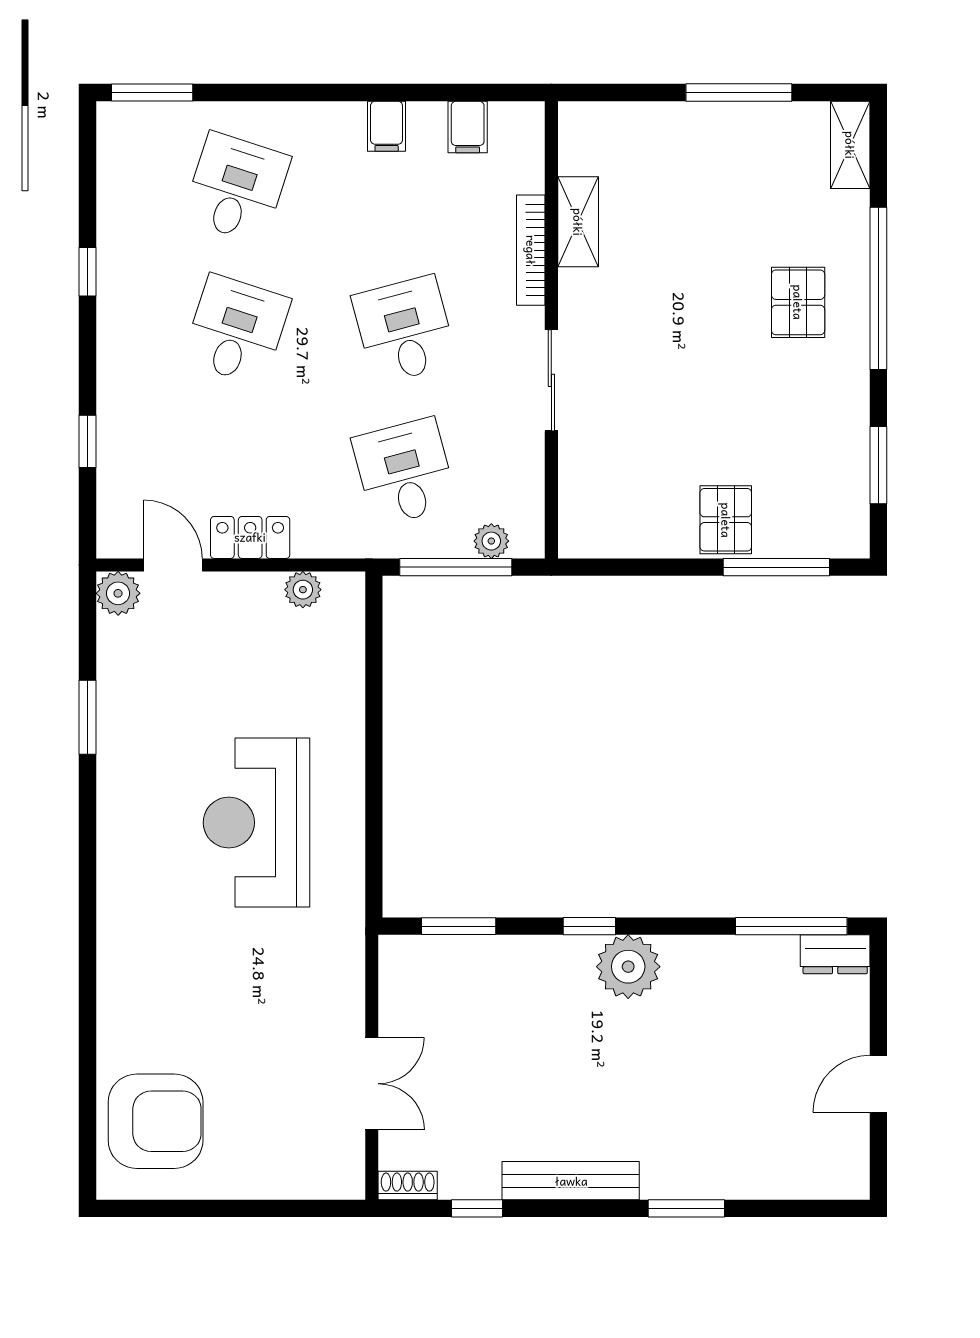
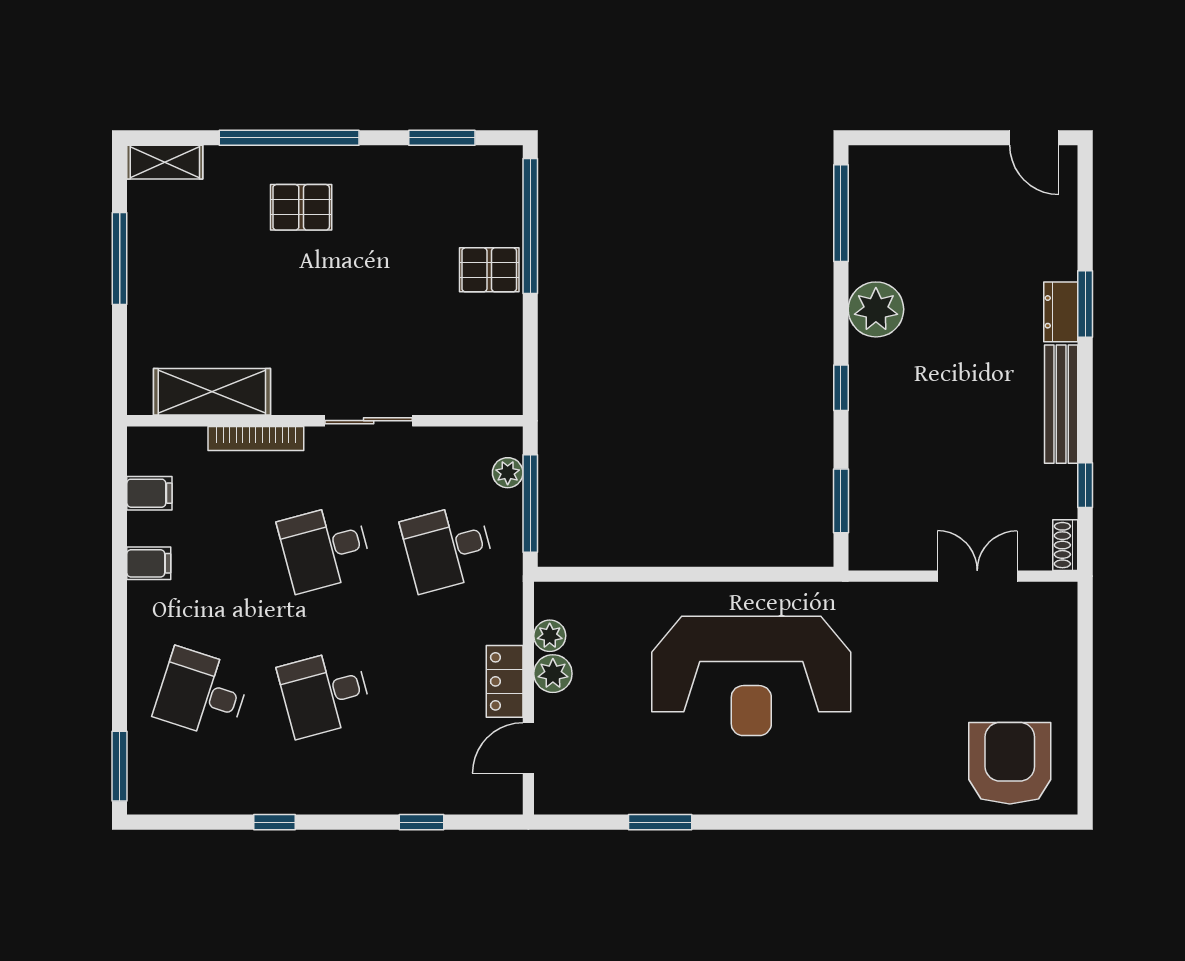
shelving: (578, 222) -> (212, 392), width x1.50, depth x1.33
desk: (236, 330) -> (325, 693), turned -33
window: (776, 567) -> (530, 226), width x1.46
plant: (118, 593) -> (553, 674), moved
reception desk: (256, 823) -> (751, 676), width x1.36, depth x1.30
dresser: (835, 954) -> (1061, 312), moved, turned 180
plant: (628, 967) -> (876, 309), moved
door: (878, 1084) -> (1034, 138), moved

